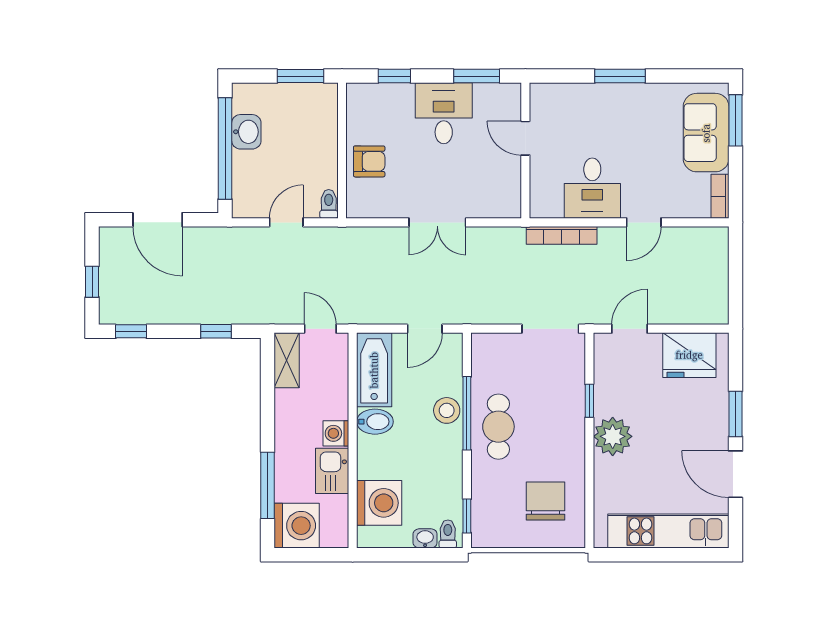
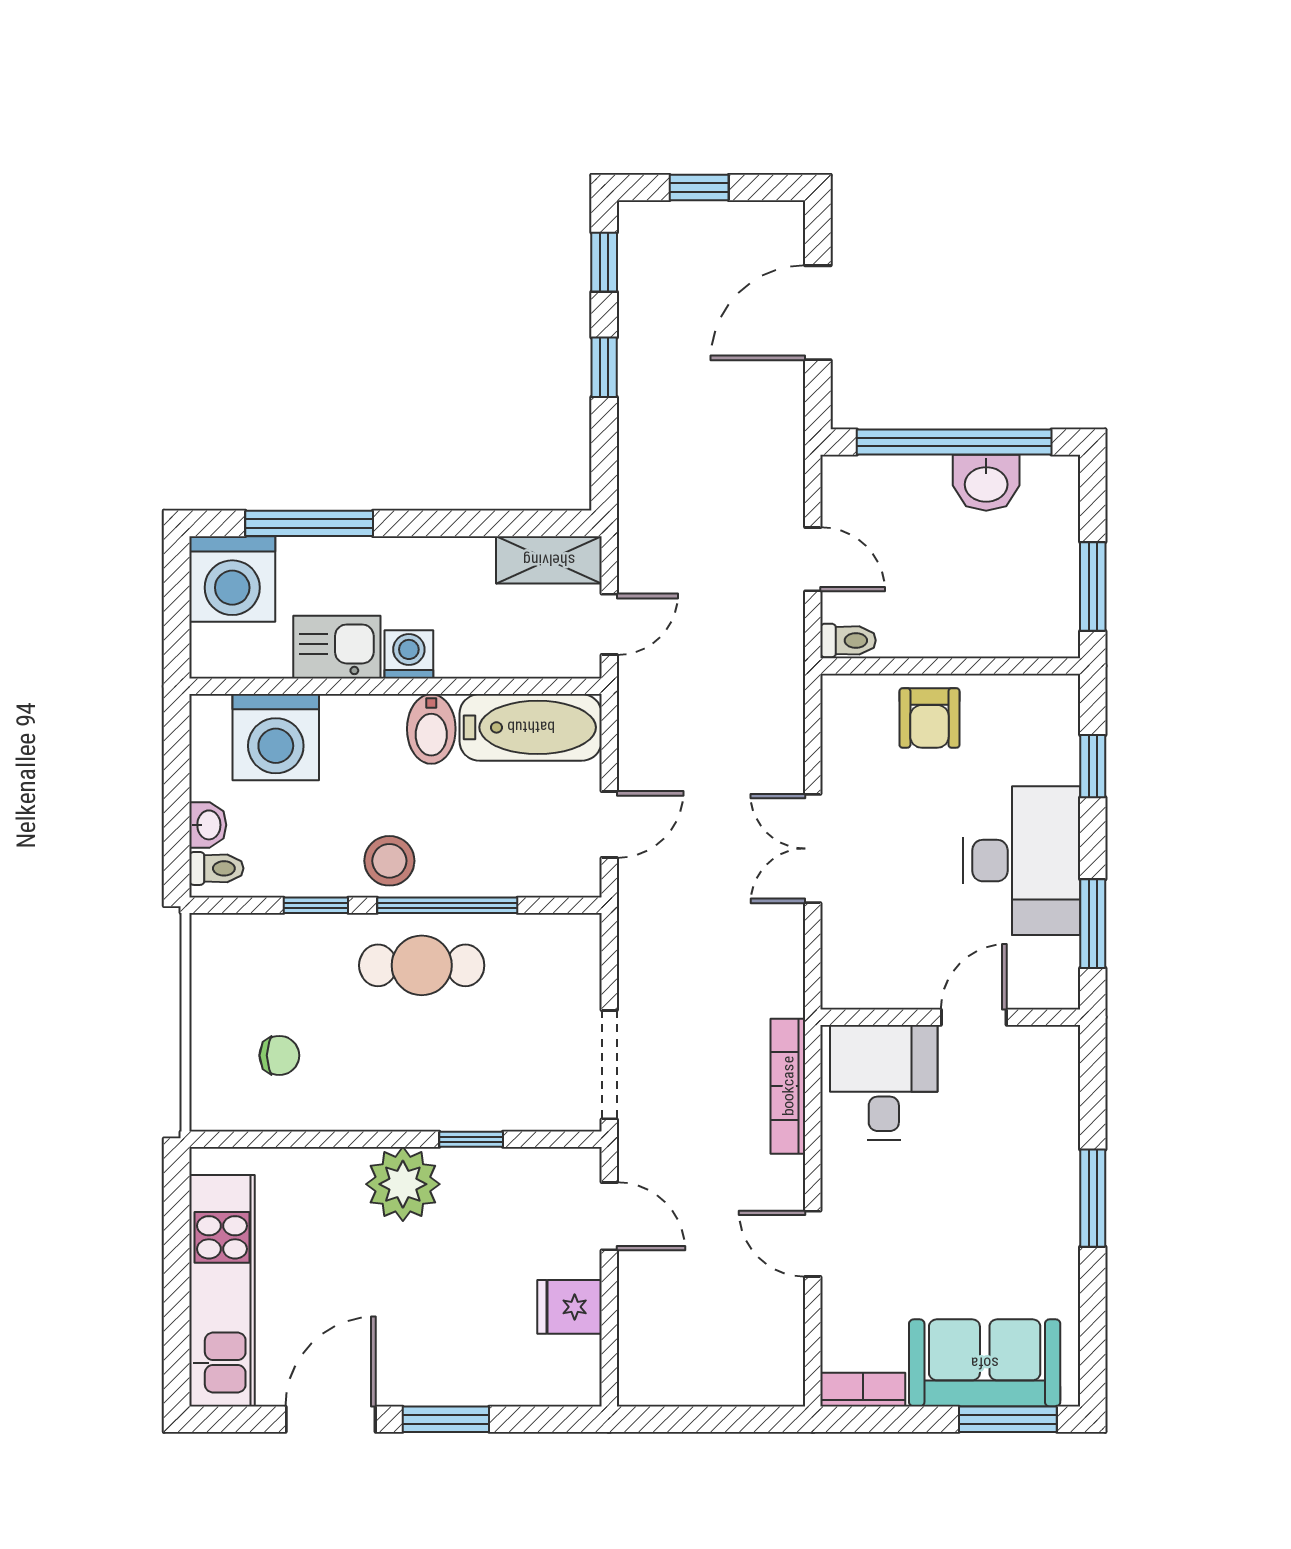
desk: (444, 113) -> (1022, 861), width x1.37
desk: (592, 188) -> (884, 1083), moved, turned 90
door: (425, 329) -> (609, 824), swing flipped
window: (216, 331) -> (604, 367), moved
fridge: (689, 355) -> (569, 1307), width x0.53, depth x0.75
stool: (447, 410) -> (389, 861), moved
chair: (545, 501) -> (279, 1055), width x0.54, depth x0.54
window: (467, 516) -> (316, 905), moved

